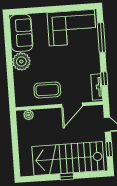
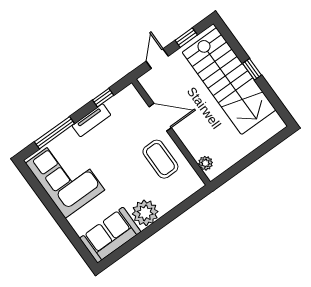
tv unit: (97, 87) -> (91, 120), moved

